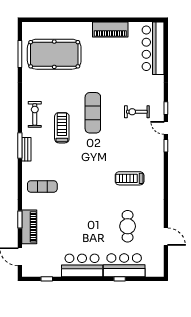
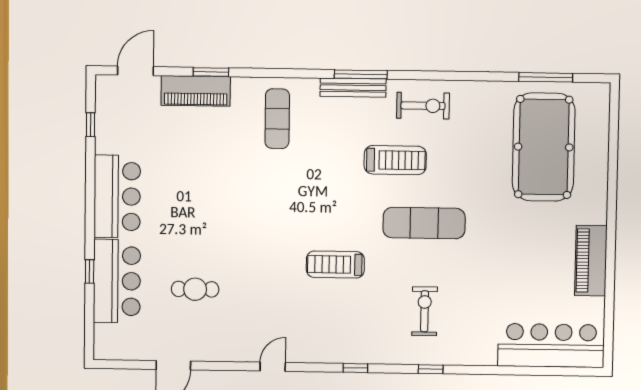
door: (166, 128) -> (273, 367), moved
bench: (26, 149) -> (353, 88), width x1.36
treadmill: (130, 178) -> (335, 264), moved, turned -90
cafe table: (128, 226) -> (195, 289), width x0.73, depth x0.74

